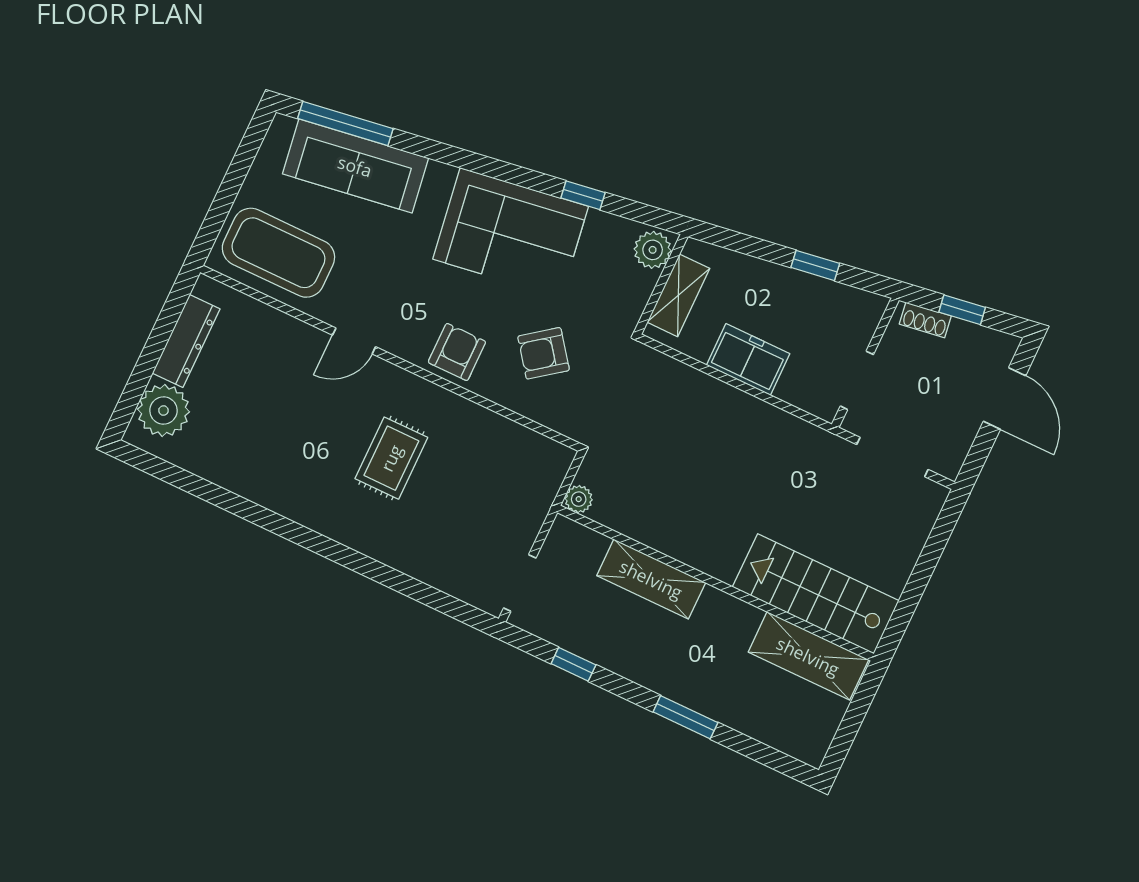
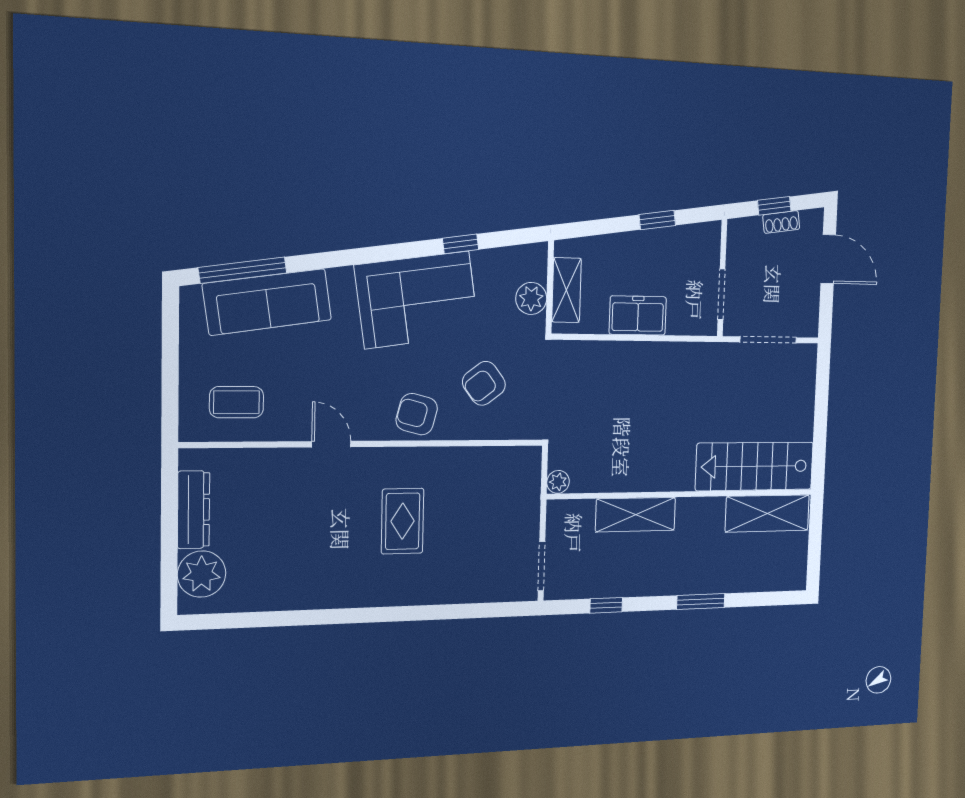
plant: (653, 250) -> (531, 298), moved
coffee table: (278, 253) -> (237, 402), width x0.54, depth x0.58
shoe rack: (925, 320) -> (781, 222), moved
door: (354, 341) -> (331, 444), swing flipped
armchair: (457, 352) -> (417, 414), turned -75

